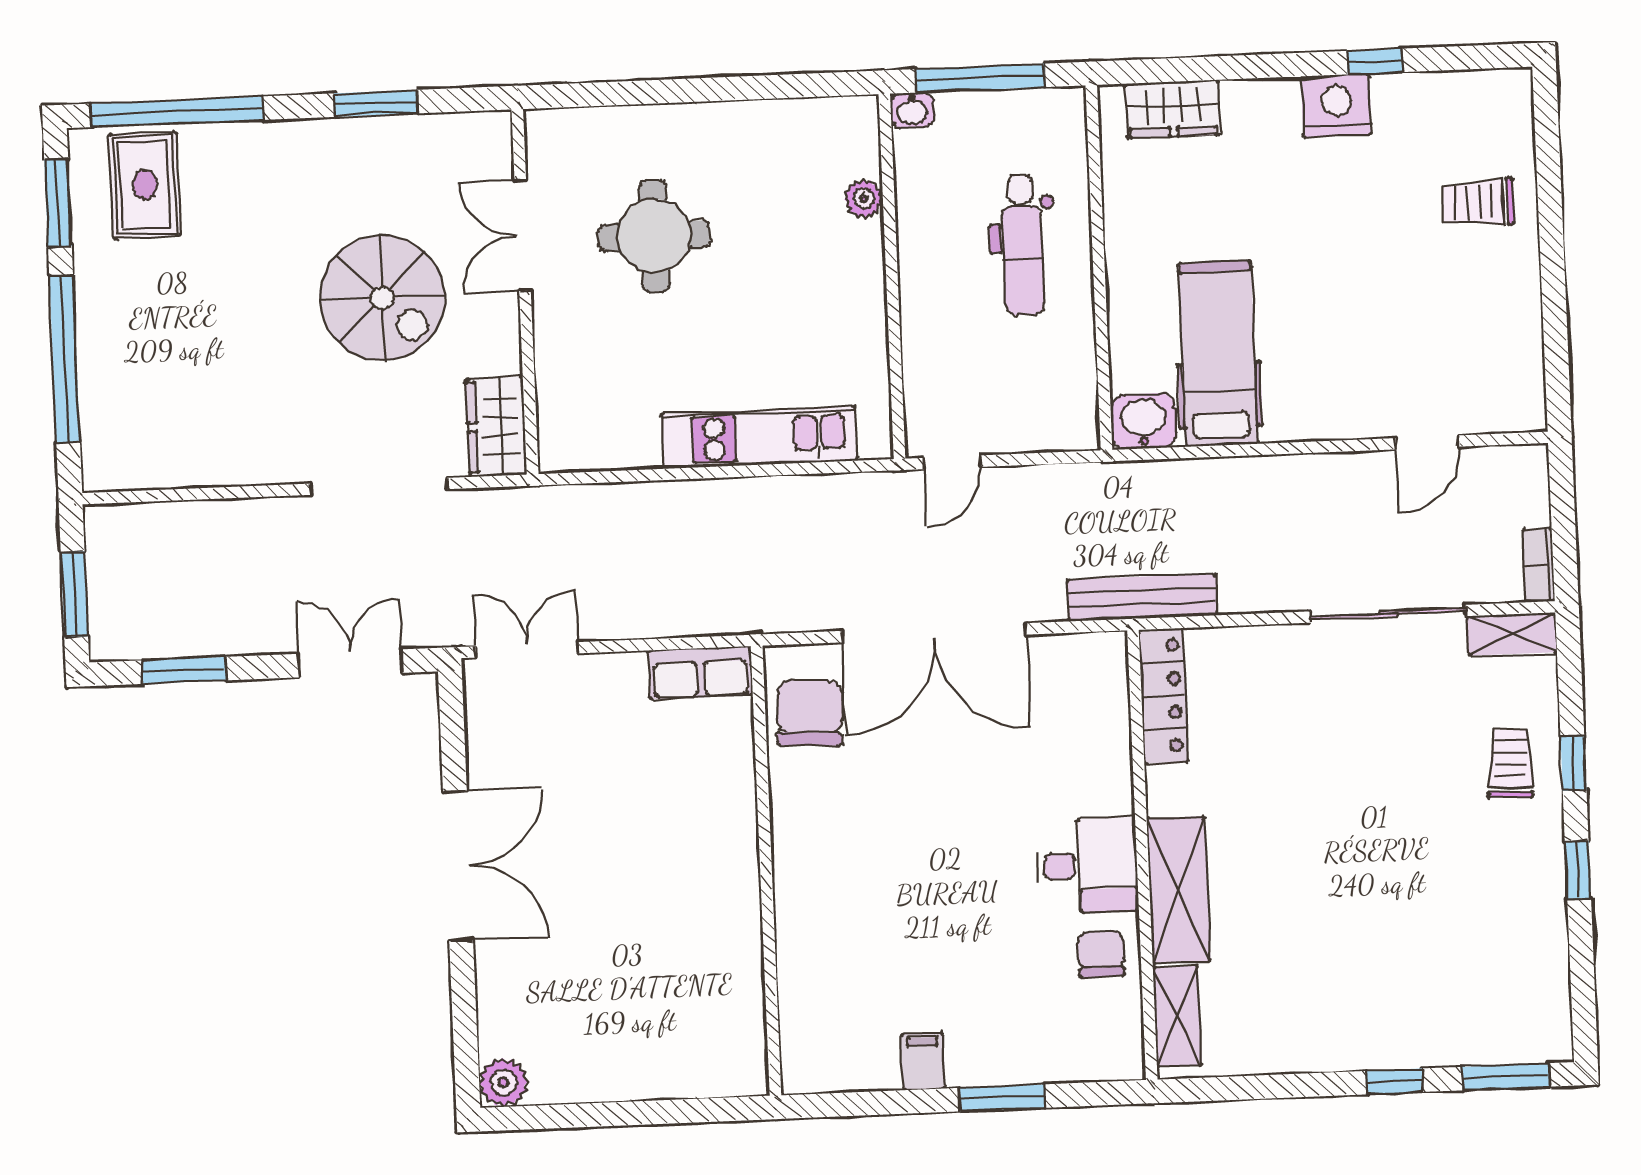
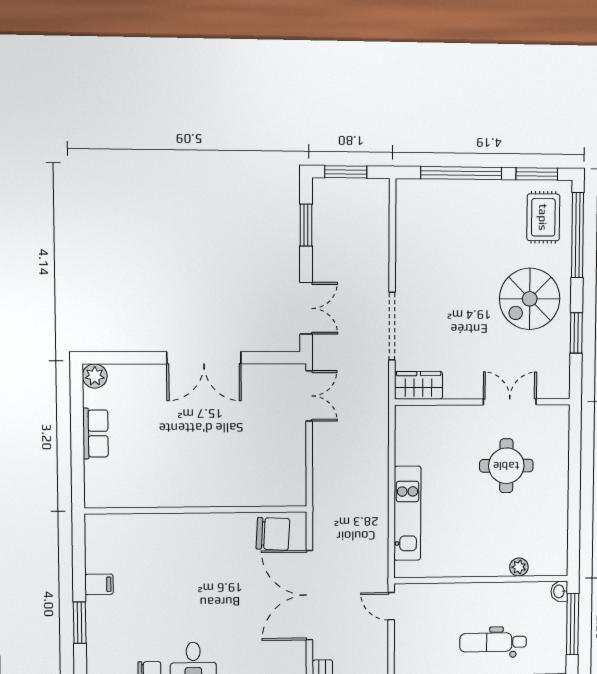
rug: (145, 185) -> (543, 217), turned 90
spiral stairs: (382, 298) -> (530, 299), moved
row of seats: (701, 673) -> (95, 434), moved, turned 180

